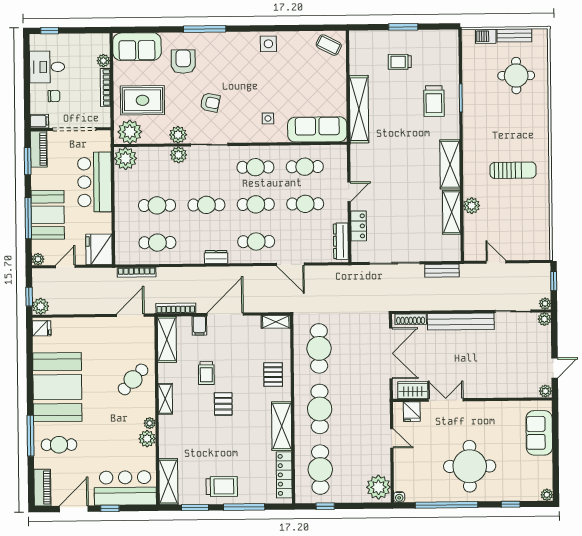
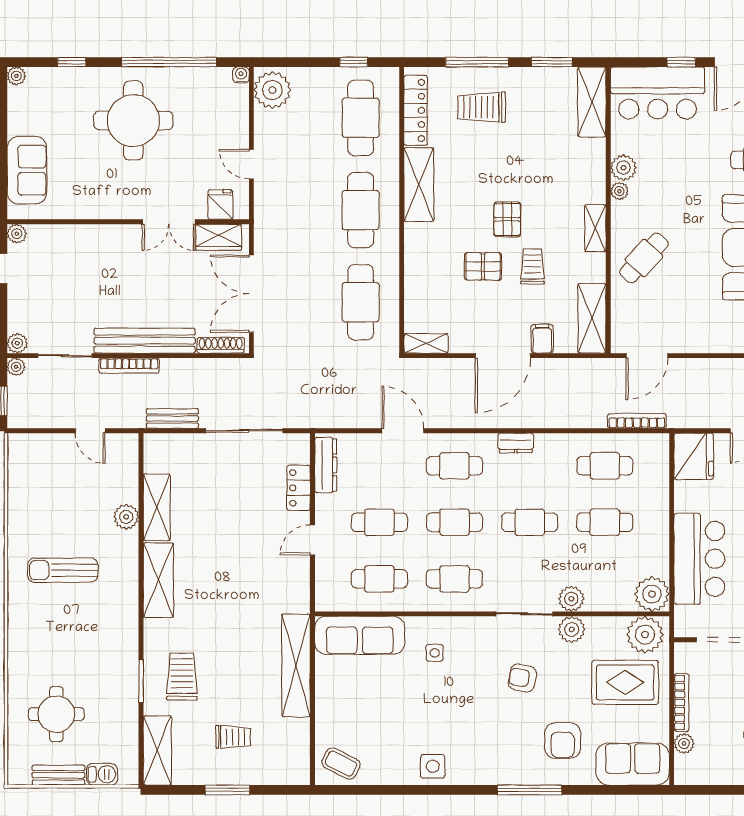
shelving: (450, 52) -> (157, 750), added
bookcase: (176, 308) -> (129, 366), moved
pallet: (273, 375) -> (483, 266), moved, turned 90
trolley: (222, 486) -> (482, 107), moved

